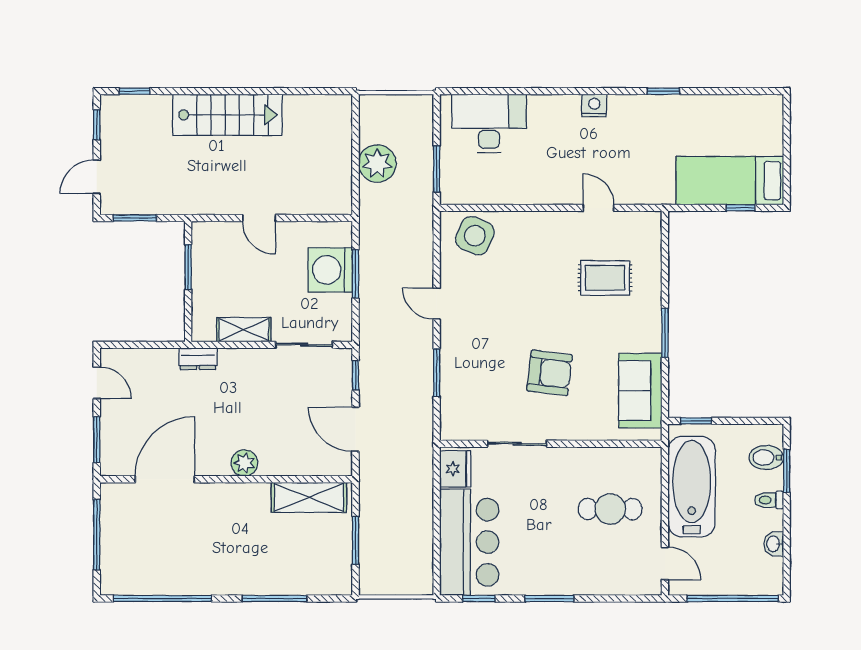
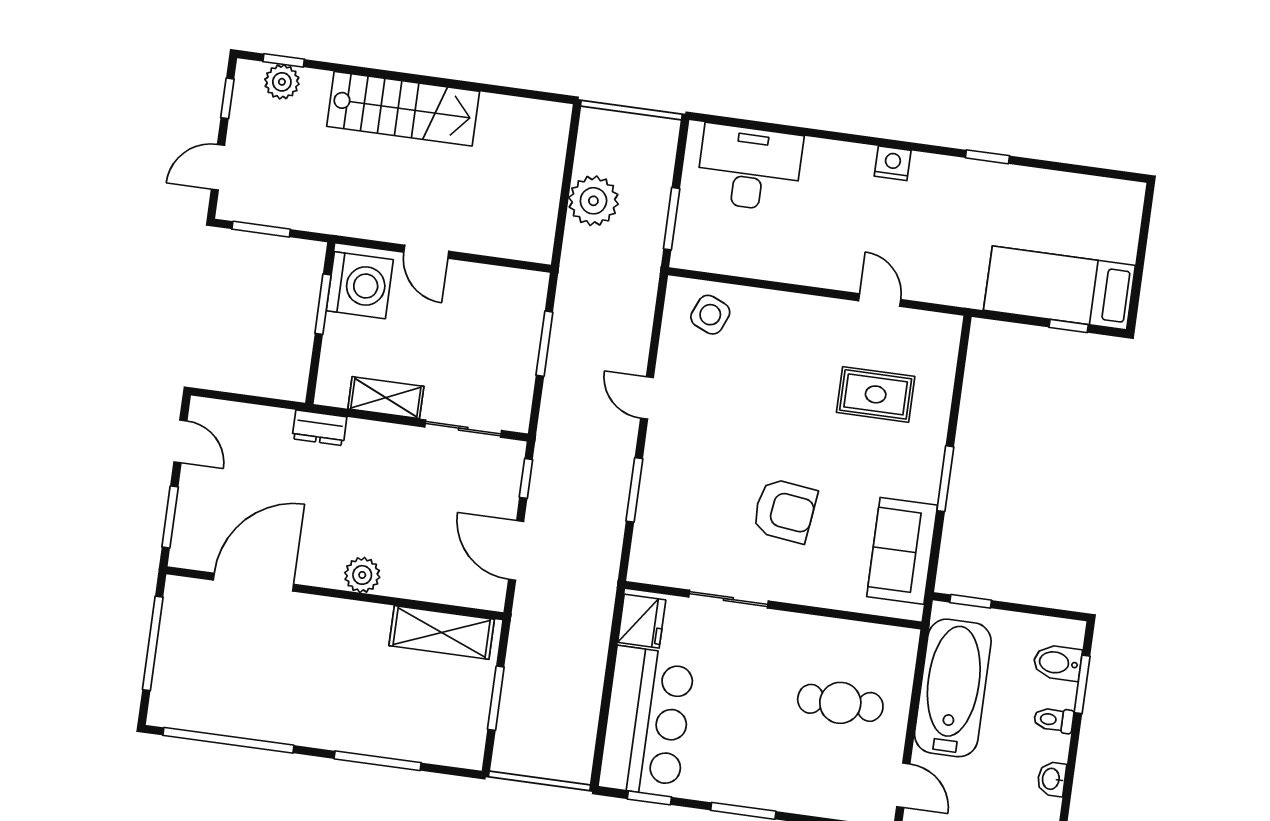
plant: (135, 107) -> (282, 82), added
side table: (475, 236) -> (710, 315), width x0.73, depth x0.73
washing machine: (330, 270) -> (360, 285), moved, turned 180

